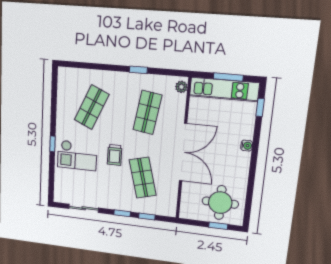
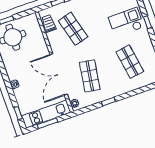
shop shelf: (92, 107) -> (130, 62), turned -33
double door: (183, 152) -> (59, 74), moved
trolley: (115, 155) -> (49, 23), moved

